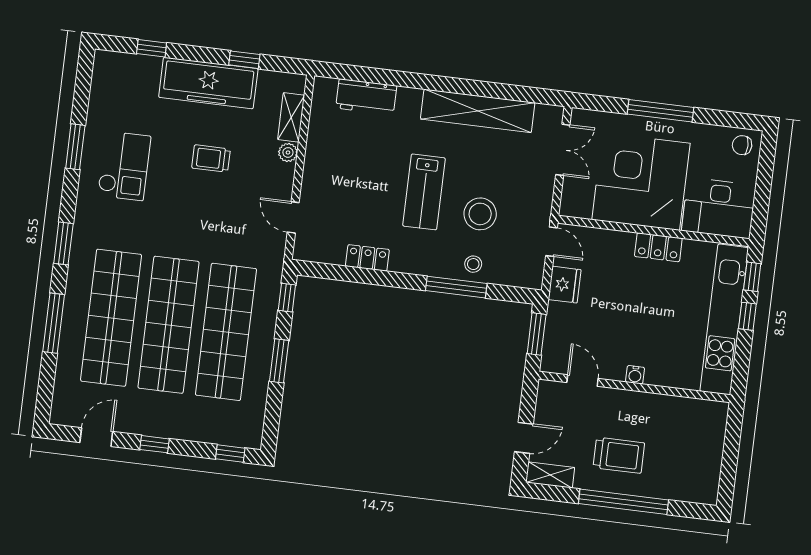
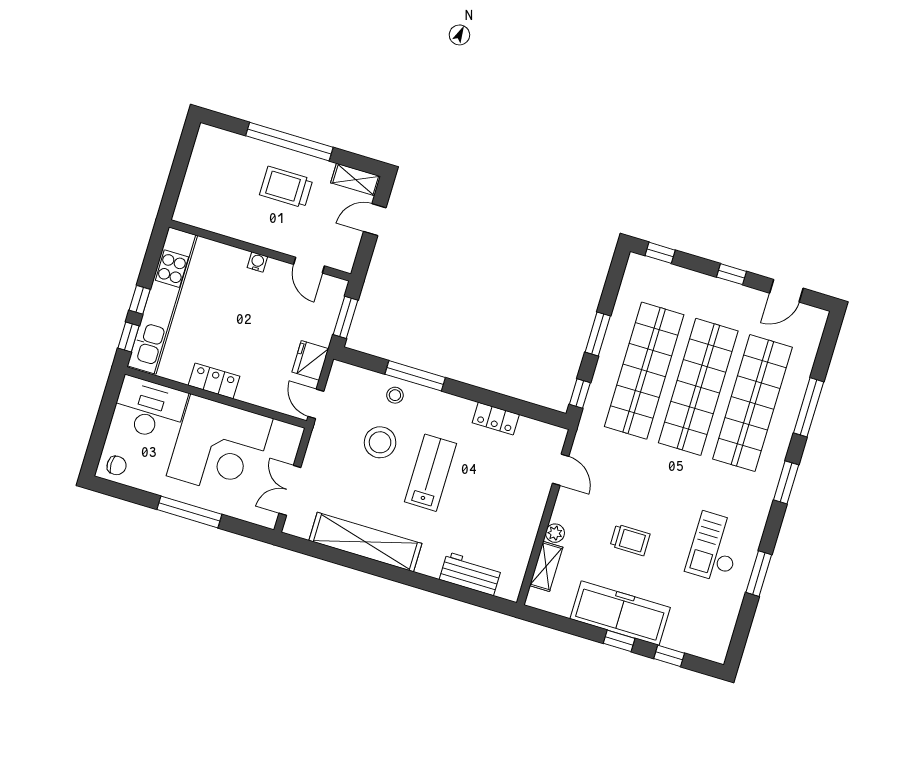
window: (244, 60) -> (619, 641), moved

